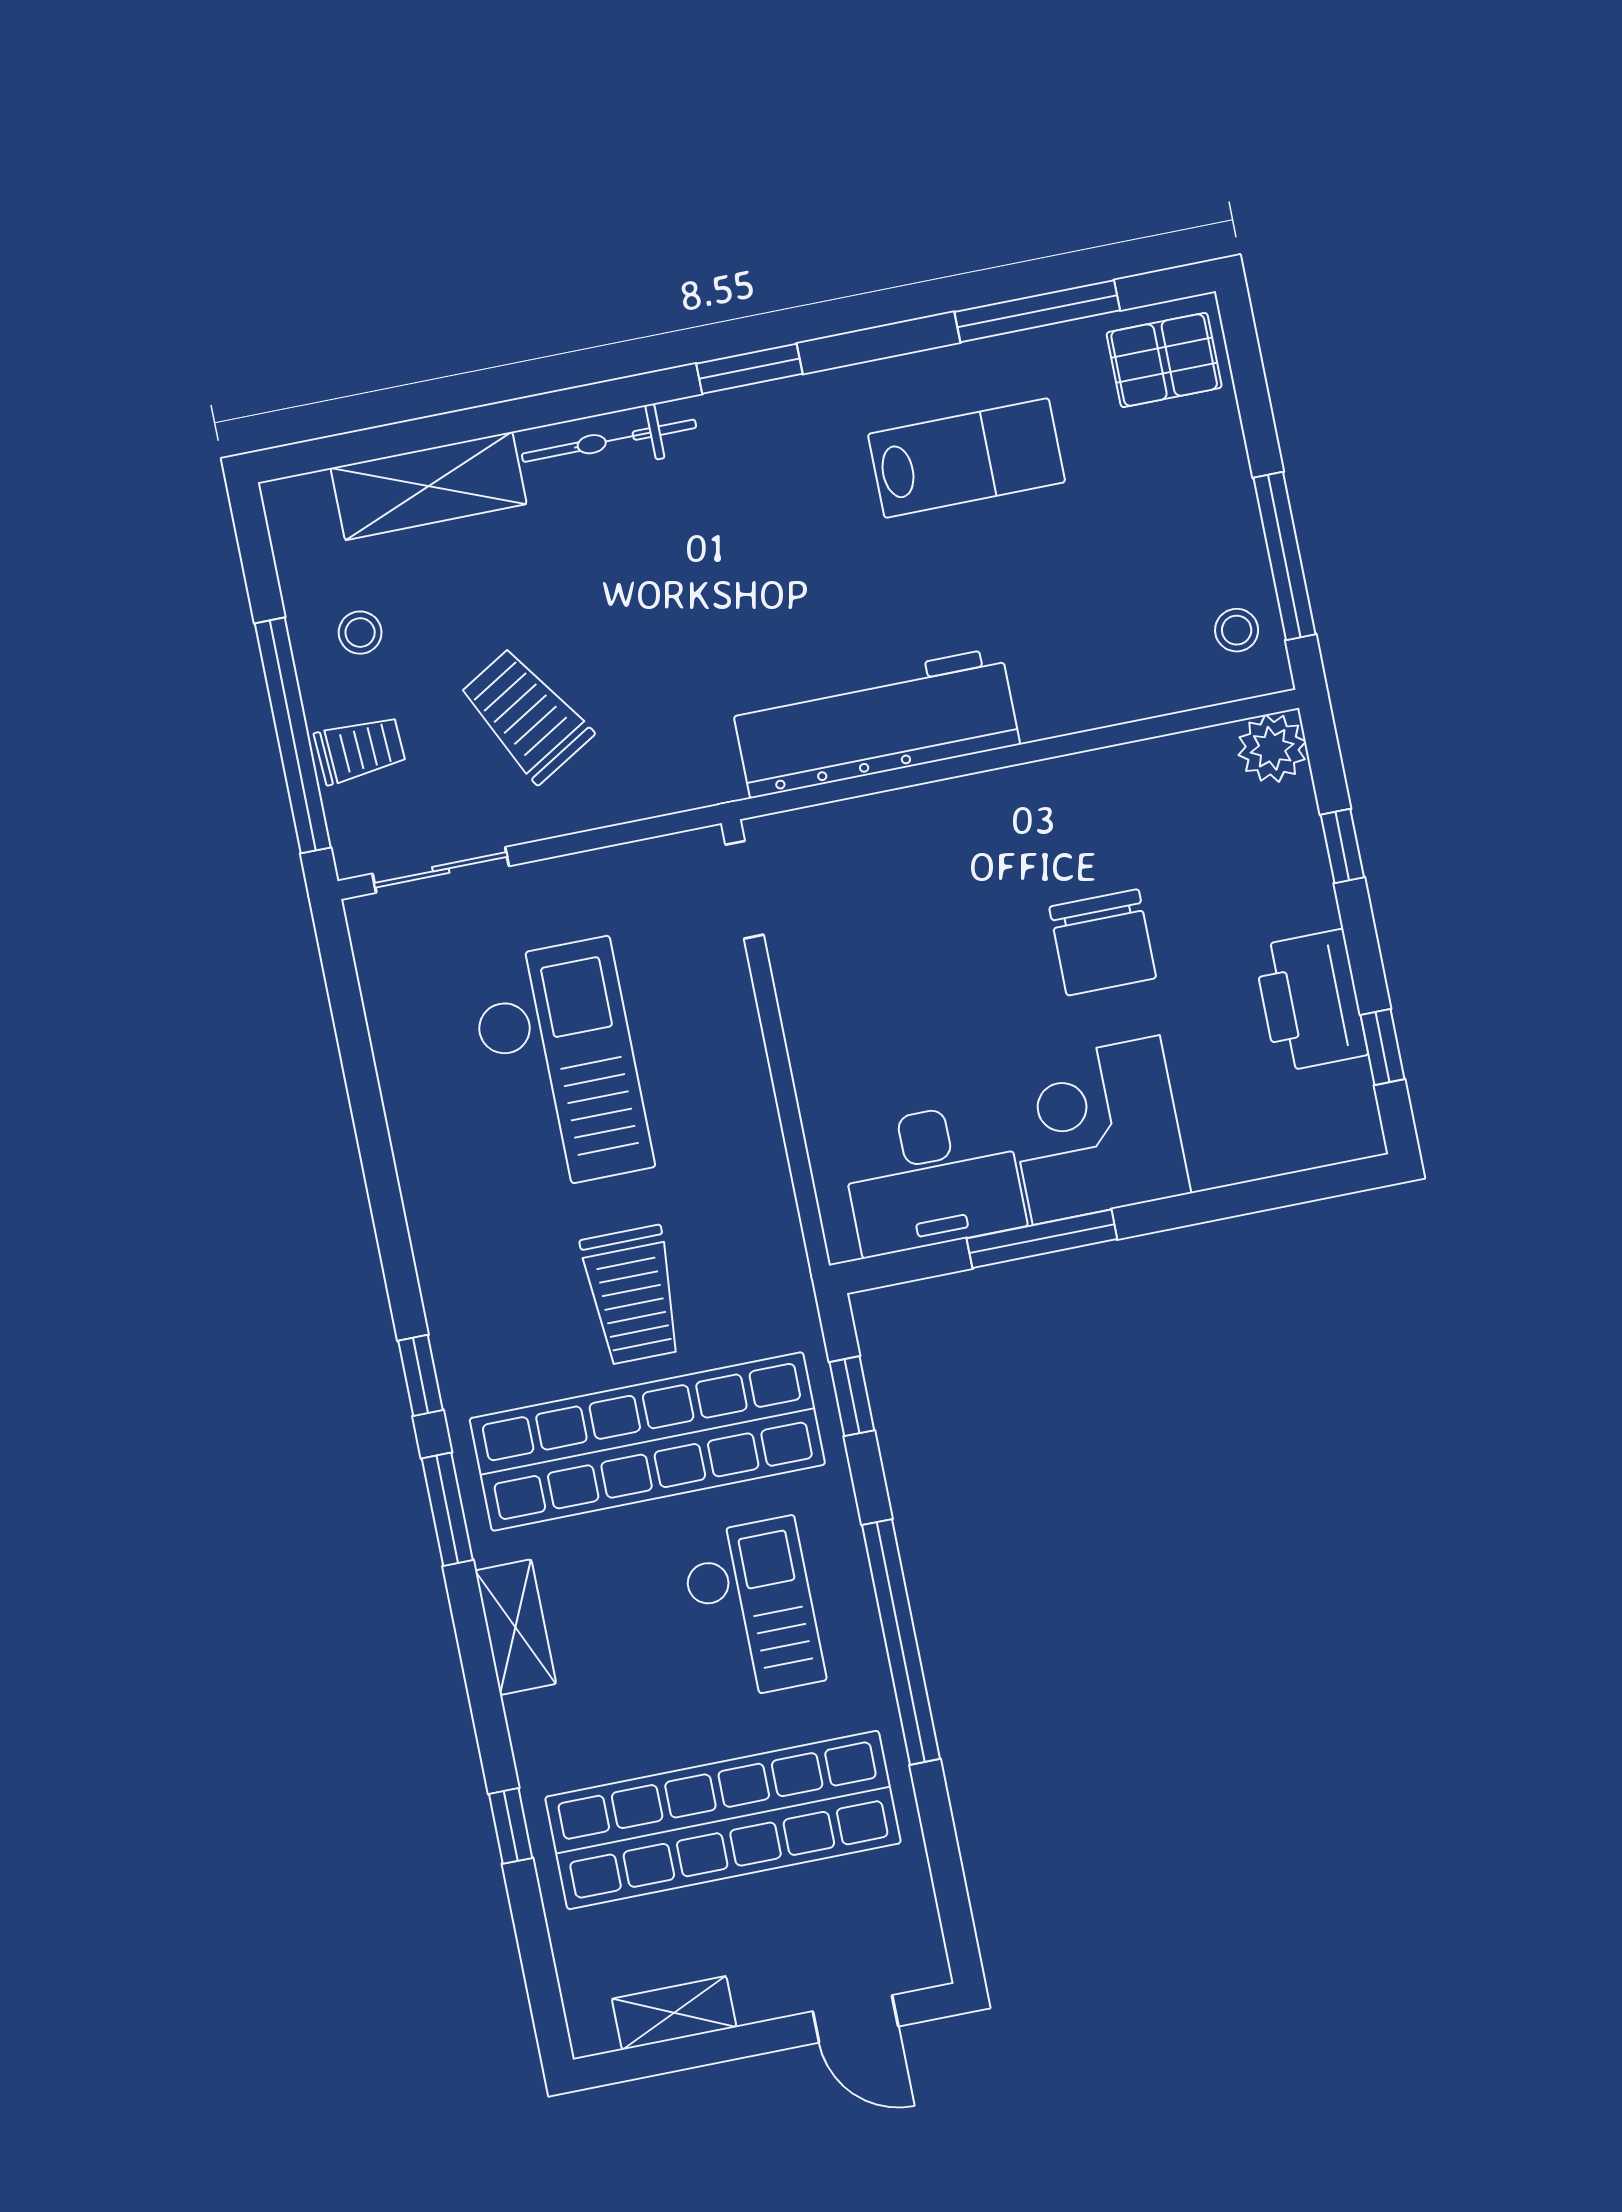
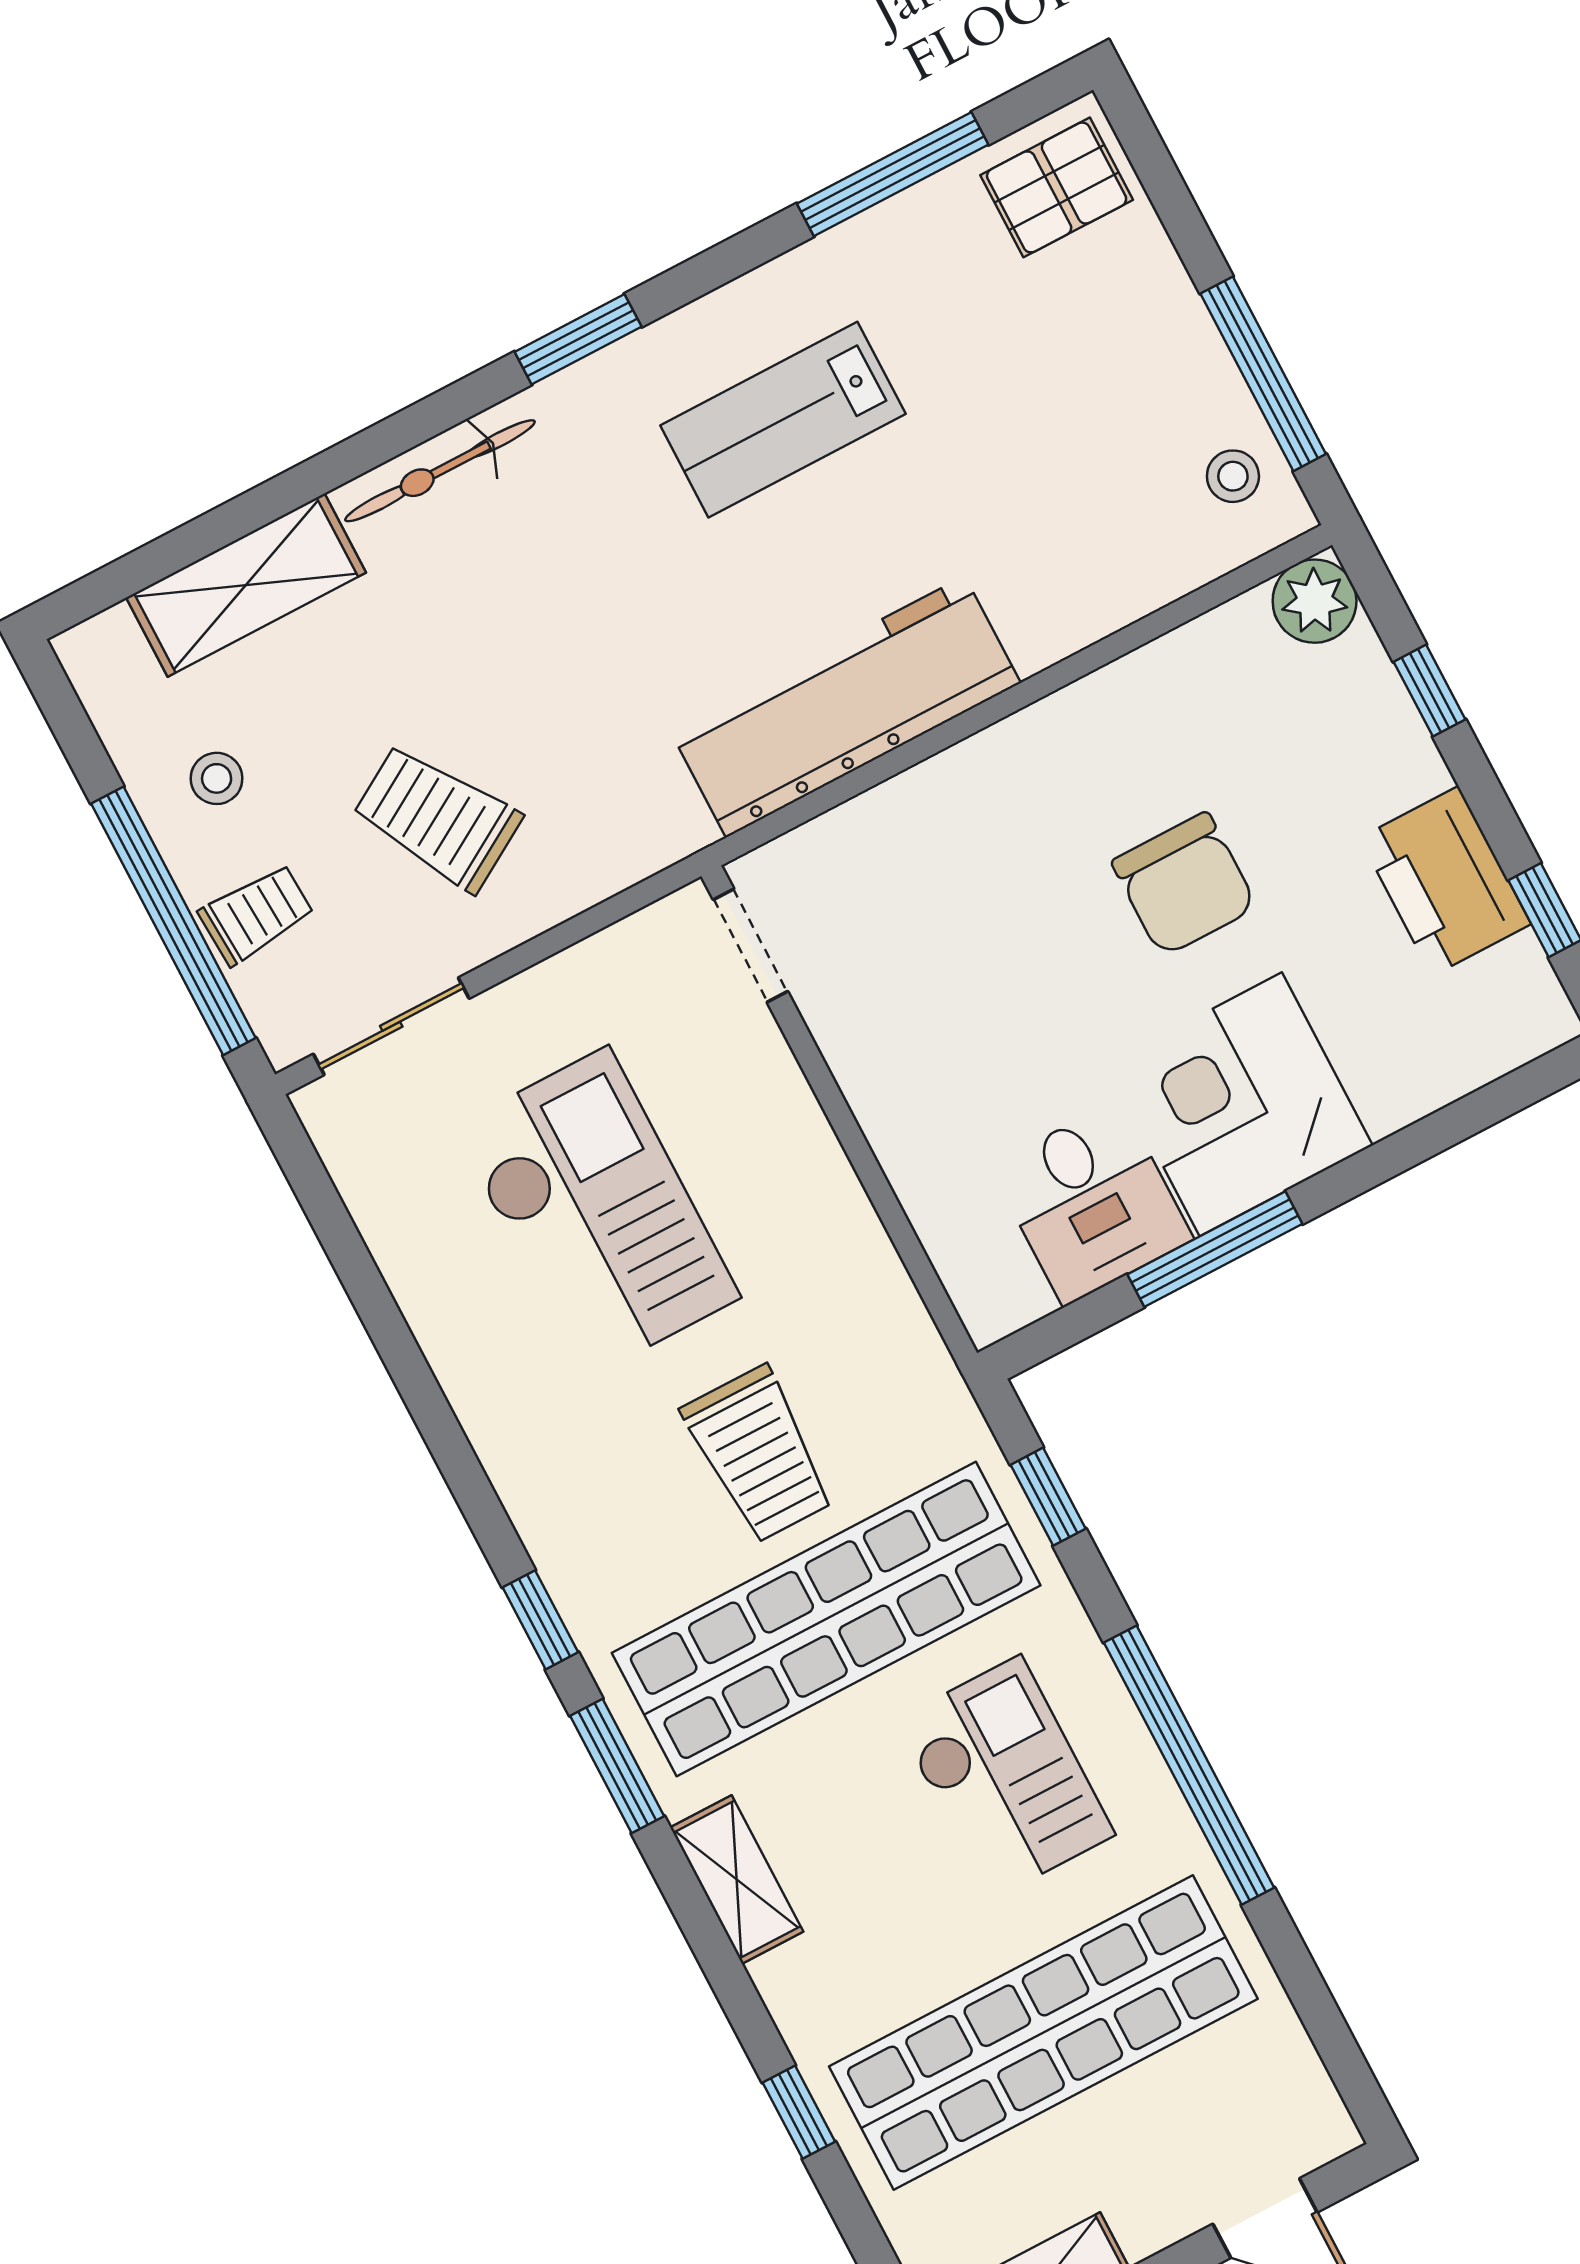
lab bench: (967, 458) -> (783, 420), moved, turned 180
desk: (933, 1178) -> (1092, 1203), width x0.73

